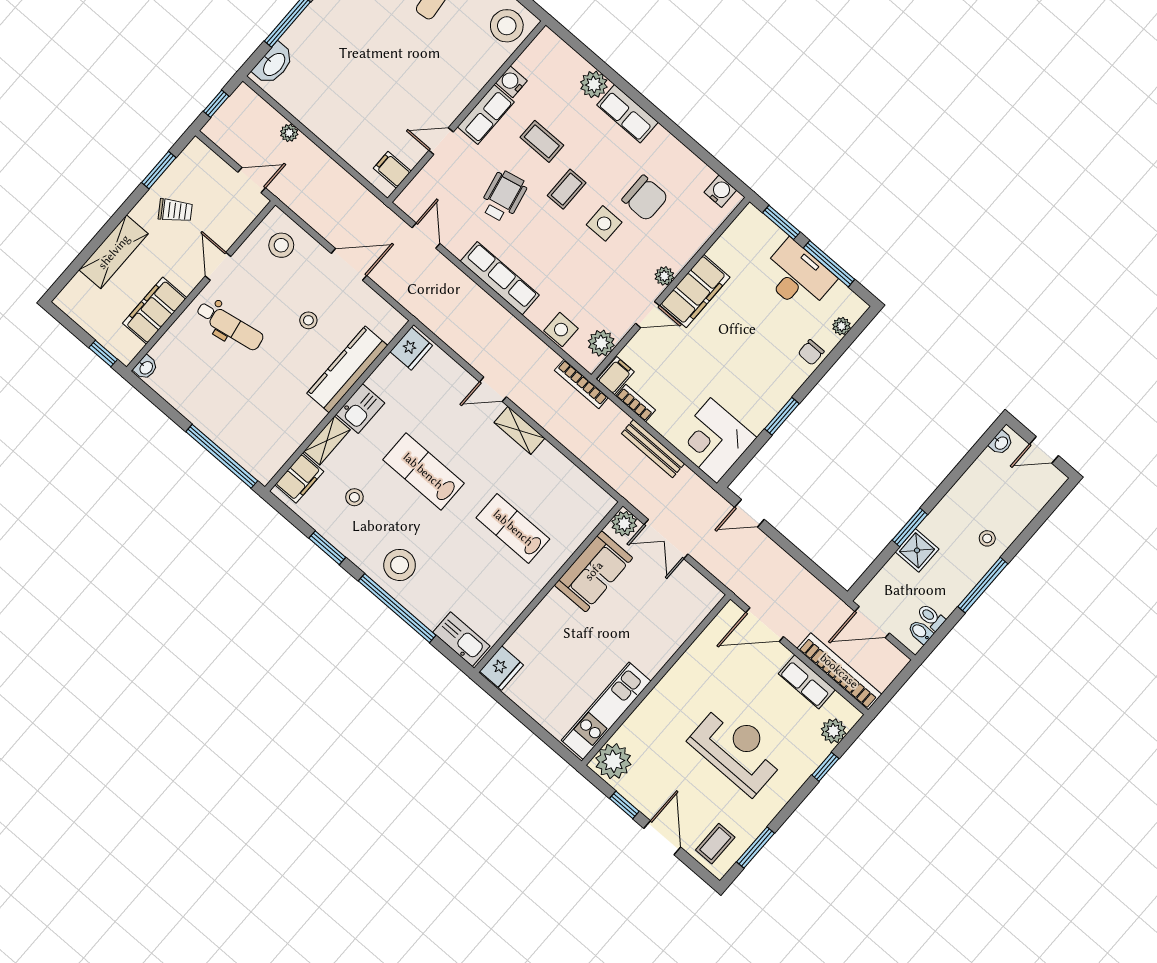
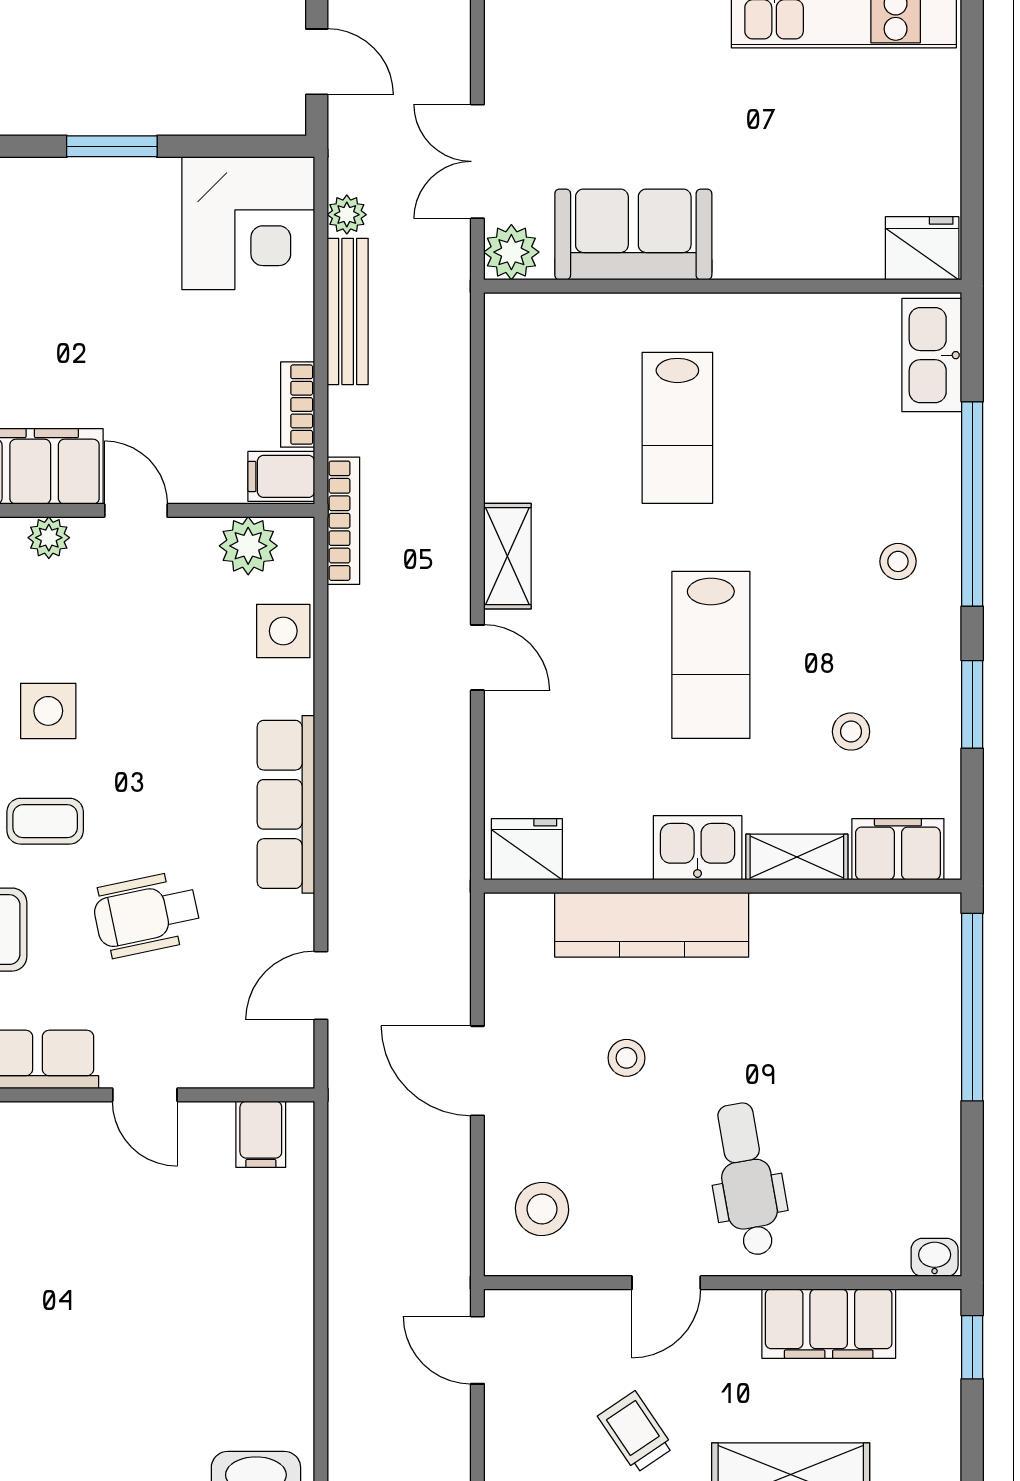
plant: (289, 133) -> (347, 215), moved
double door: (666, 539) -> (477, 161), swing flipped
stool: (400, 565) -> (898, 561), width x0.53, depth x0.53

